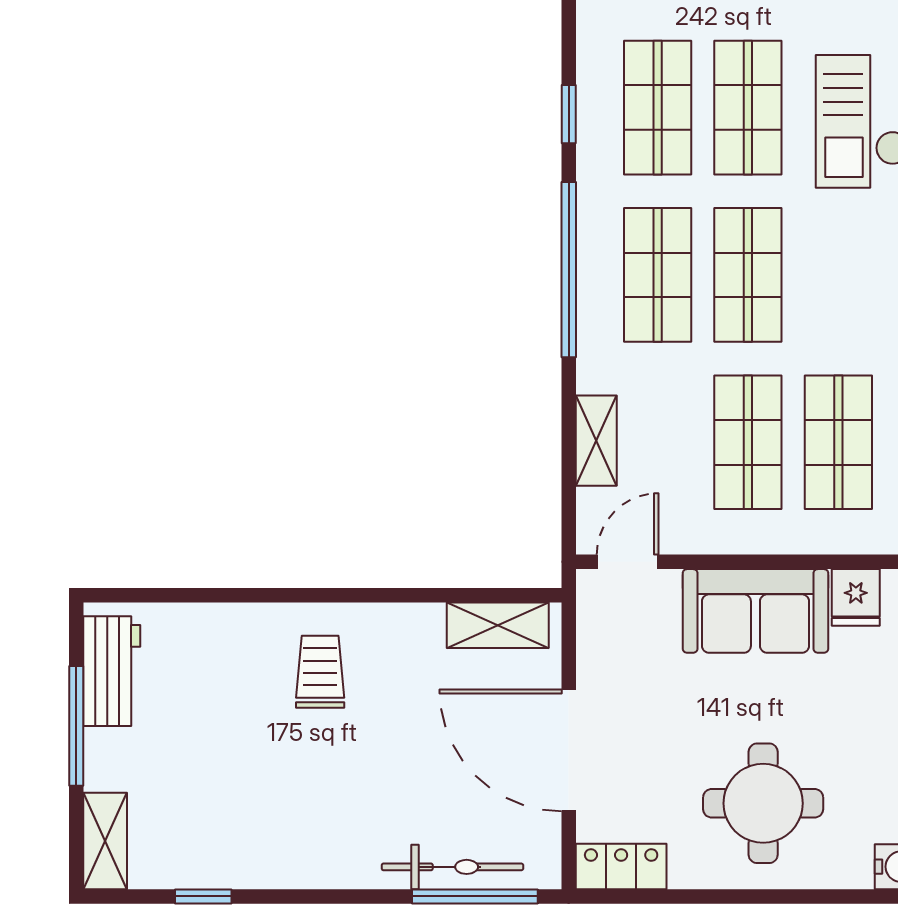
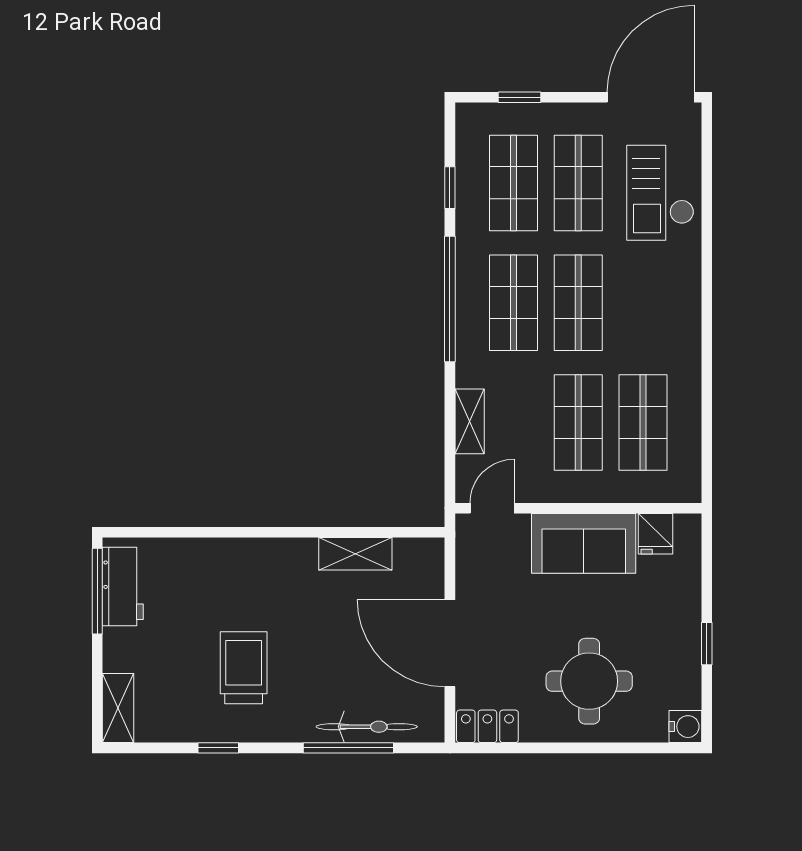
shelving: (498, 625) -> (355, 554), moved
trolley: (320, 672) -> (244, 668), moved, width x1.36, depth x1.39
window: (76, 726) -> (97, 591), moved
window: (203, 896) -> (218, 748), moved
window: (475, 896) -> (348, 748), moved

